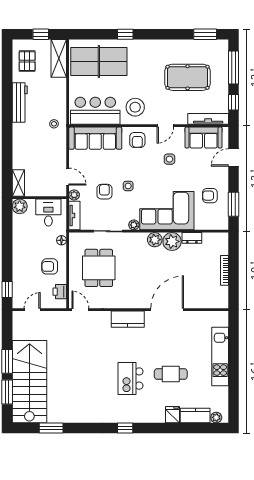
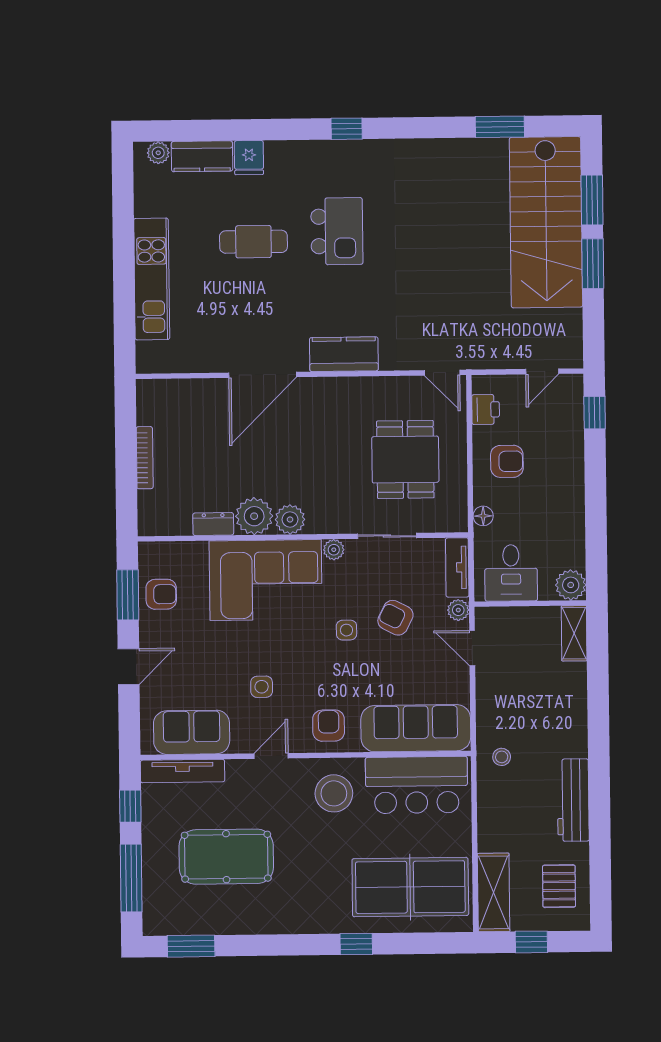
door: (234, 157) -> (129, 667), moved
armchair: (104, 192) -> (395, 618), turned 117
armchair: (210, 196) -> (161, 594), moved

